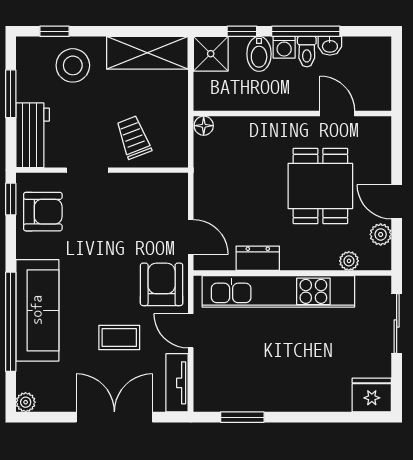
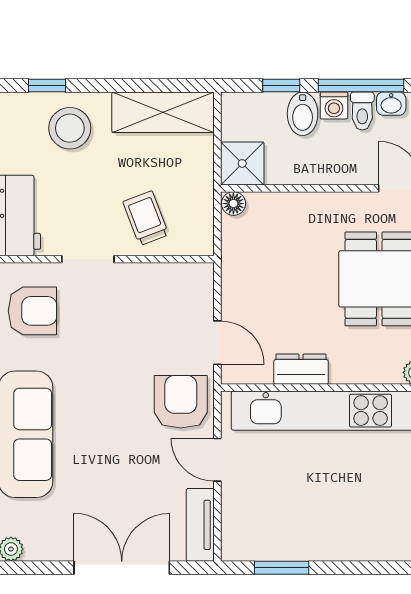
shower: (211, 54) -> (242, 163), moved
coffee table: (119, 337) -> (128, 468), removed

